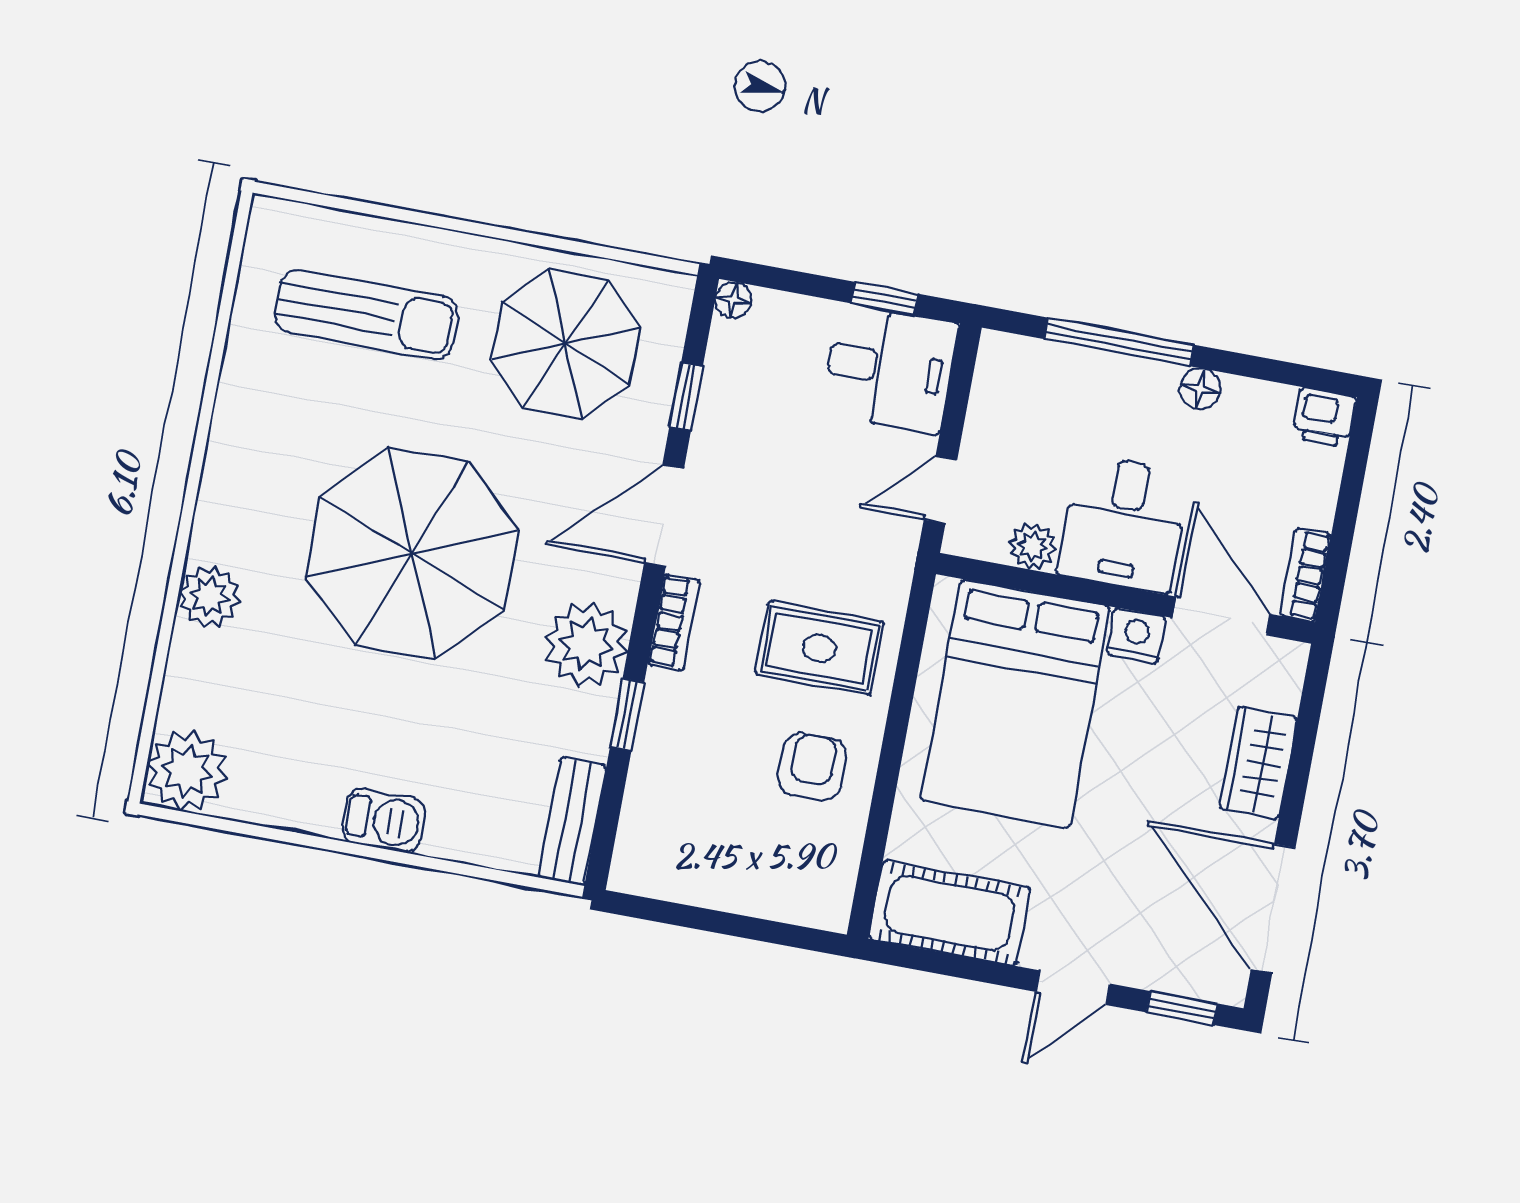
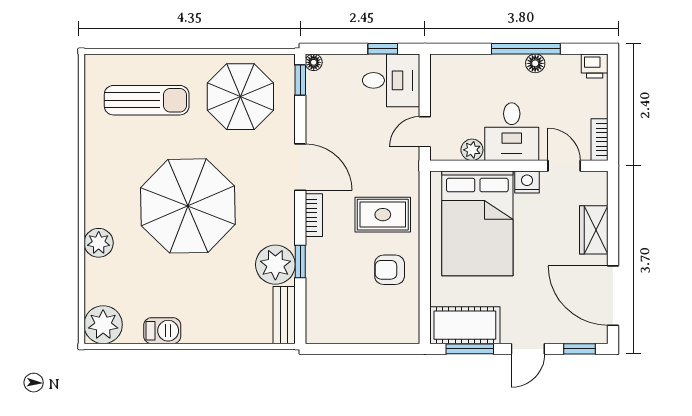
window: (1119, 342) -> (526, 49), moved
window: (686, 397) -> (300, 80), moved
door: (664, 516) -> (300, 167), swing flipped
door: (1221, 616) -> (564, 166), width x0.73
plant: (586, 645) -> (275, 265), moved
armchair: (812, 767) -> (390, 270), turned -90
barbecue: (383, 820) -> (162, 331), moved
window: (950, 965) -> (470, 349), added

